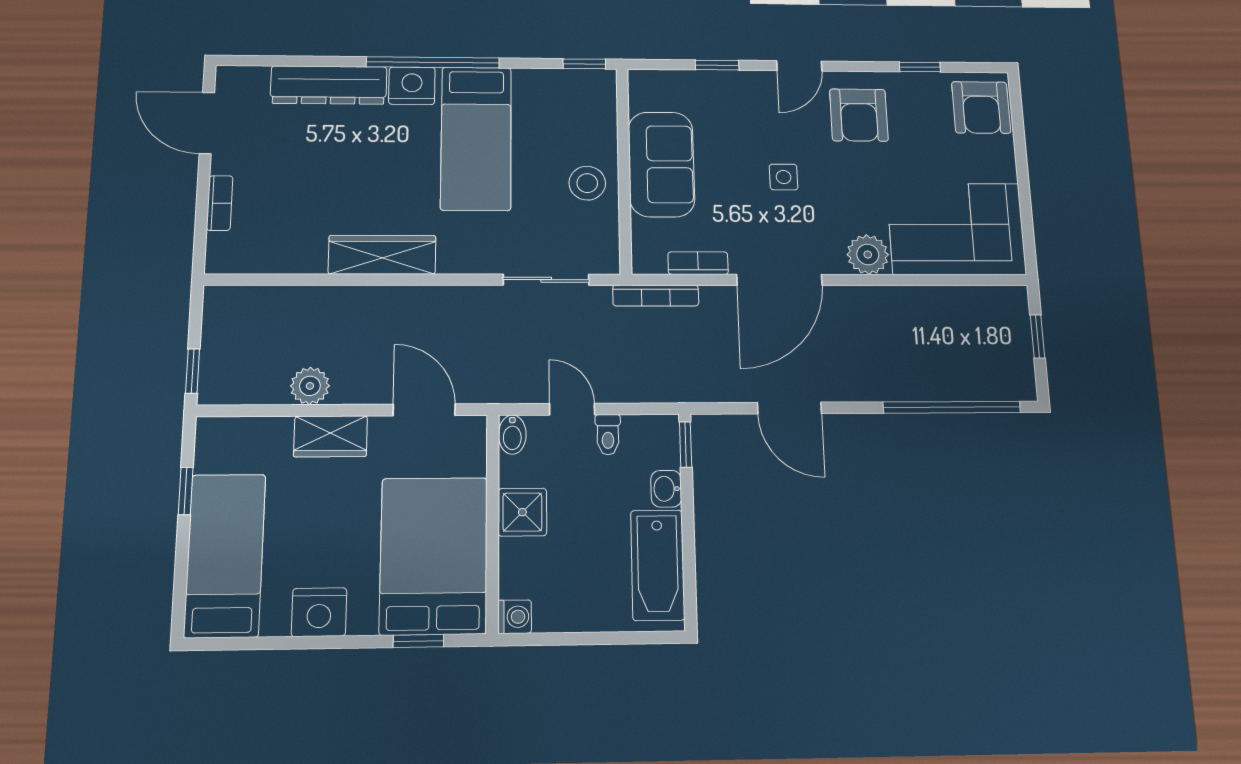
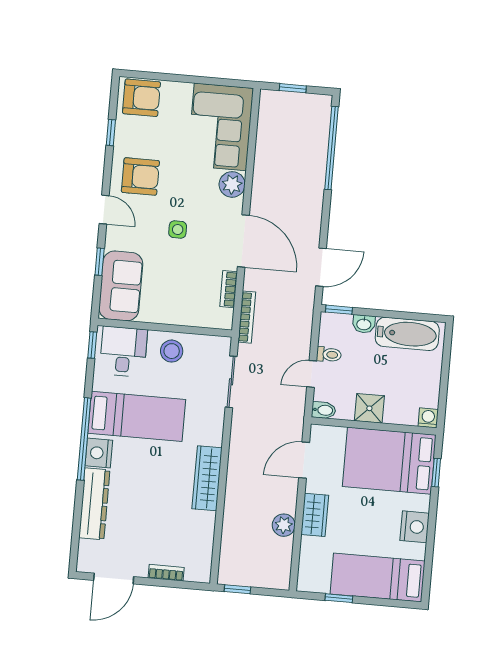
desk: (579, 110) -> (123, 352), added
sofa: (661, 164) -> (121, 286), moved, turned 90
window: (193, 371) -> (237, 589), moved
door: (789, 408) -> (321, 267), moved

